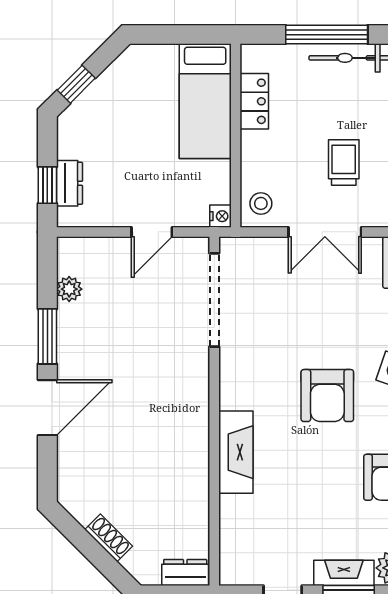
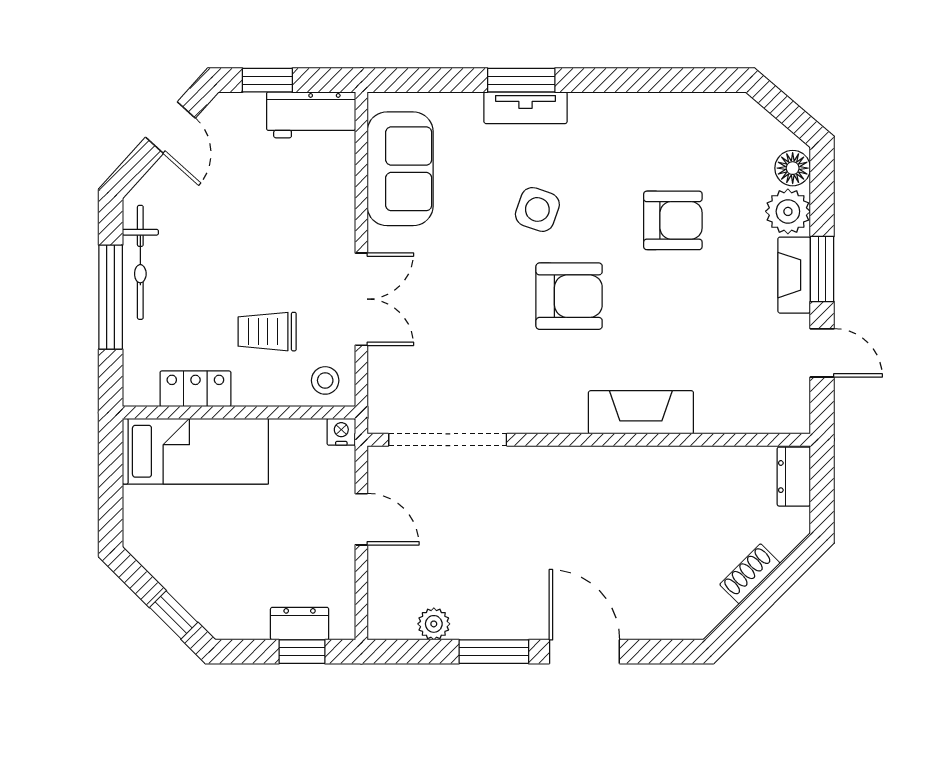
trolley: (344, 163) -> (267, 332), moved

